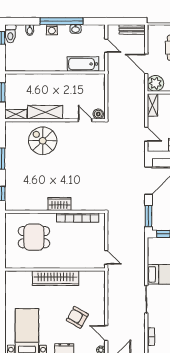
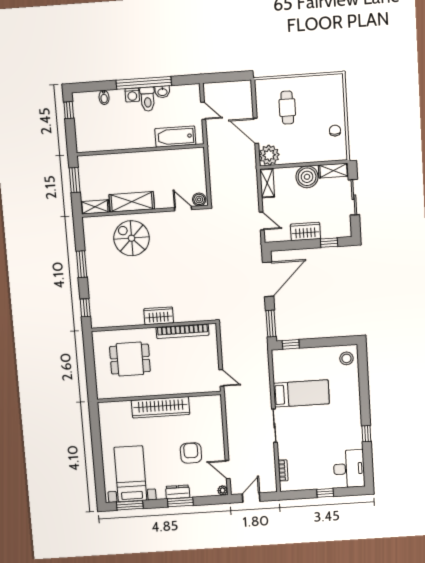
bench: (132, 29) -> (235, 87), removed
toilet: (10, 34) -> (148, 99), moved
armchair: (77, 317) -> (191, 453), turned 60

